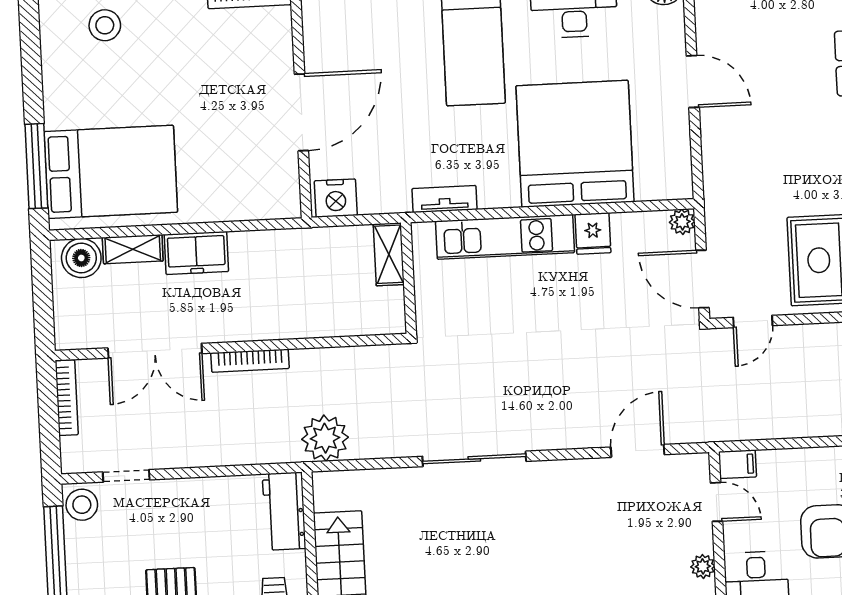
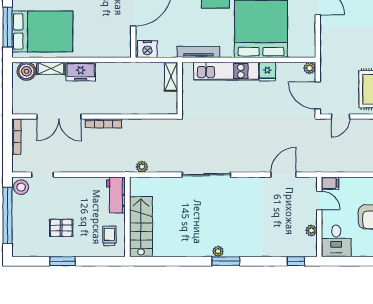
tv unit: (445, 199) -> (198, 52), width x1.41
plant: (325, 438) -> (142, 167), width x0.53, depth x0.53

